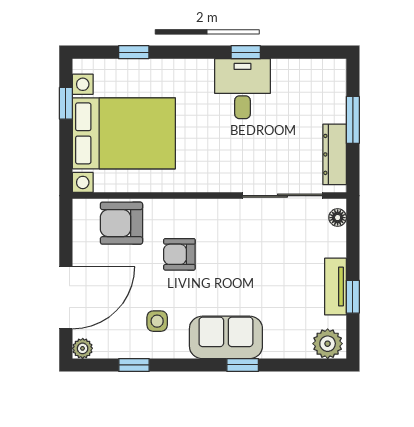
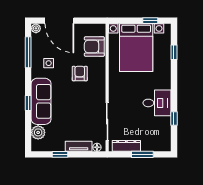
window: (246, 52) -> (174, 118), moved
armchair: (121, 223) -> (94, 47), turned -90
tv unit: (336, 287) -> (79, 146), moved
sofa: (226, 337) -> (41, 101), width x1.36
plant: (328, 344) -> (38, 132), moved
window: (134, 365) -> (28, 52), width x2.17

